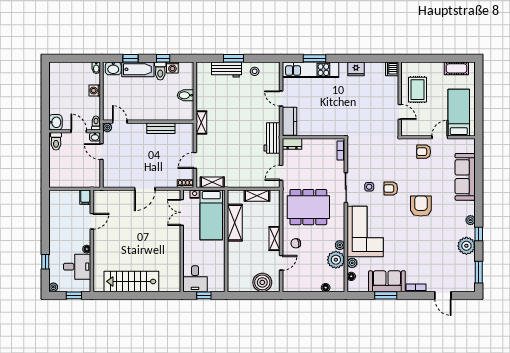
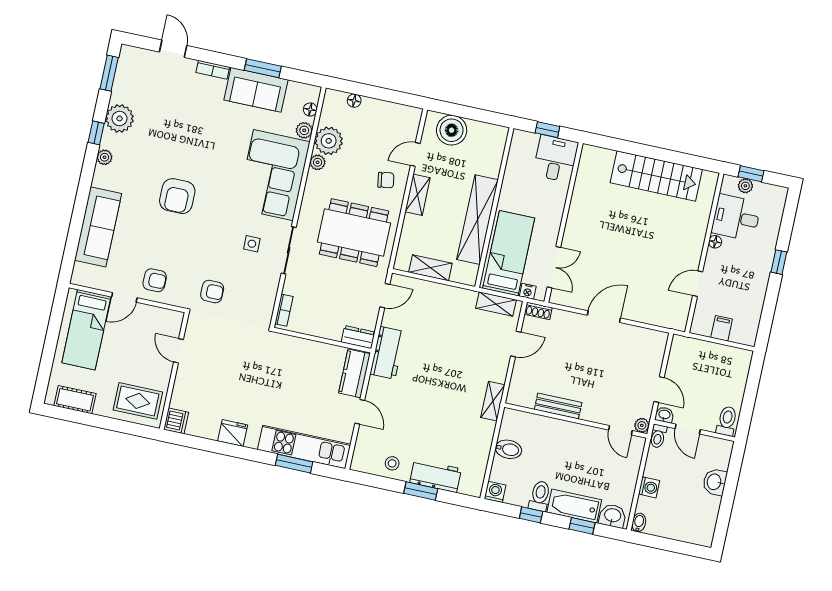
washing machine: (172, 68) -> (495, 492), moved
rug: (418, 90) -> (138, 401), moved, turned 90
washbasin: (55, 122) -> (715, 482), moved
armchair: (391, 189) -> (212, 292), moved
filing cabinet: (85, 197) -> (722, 328), moved
shelving: (235, 223) -> (477, 220), width x1.47
window: (45, 262) -> (779, 262), moved
plant: (53, 287) -> (745, 186), moved

